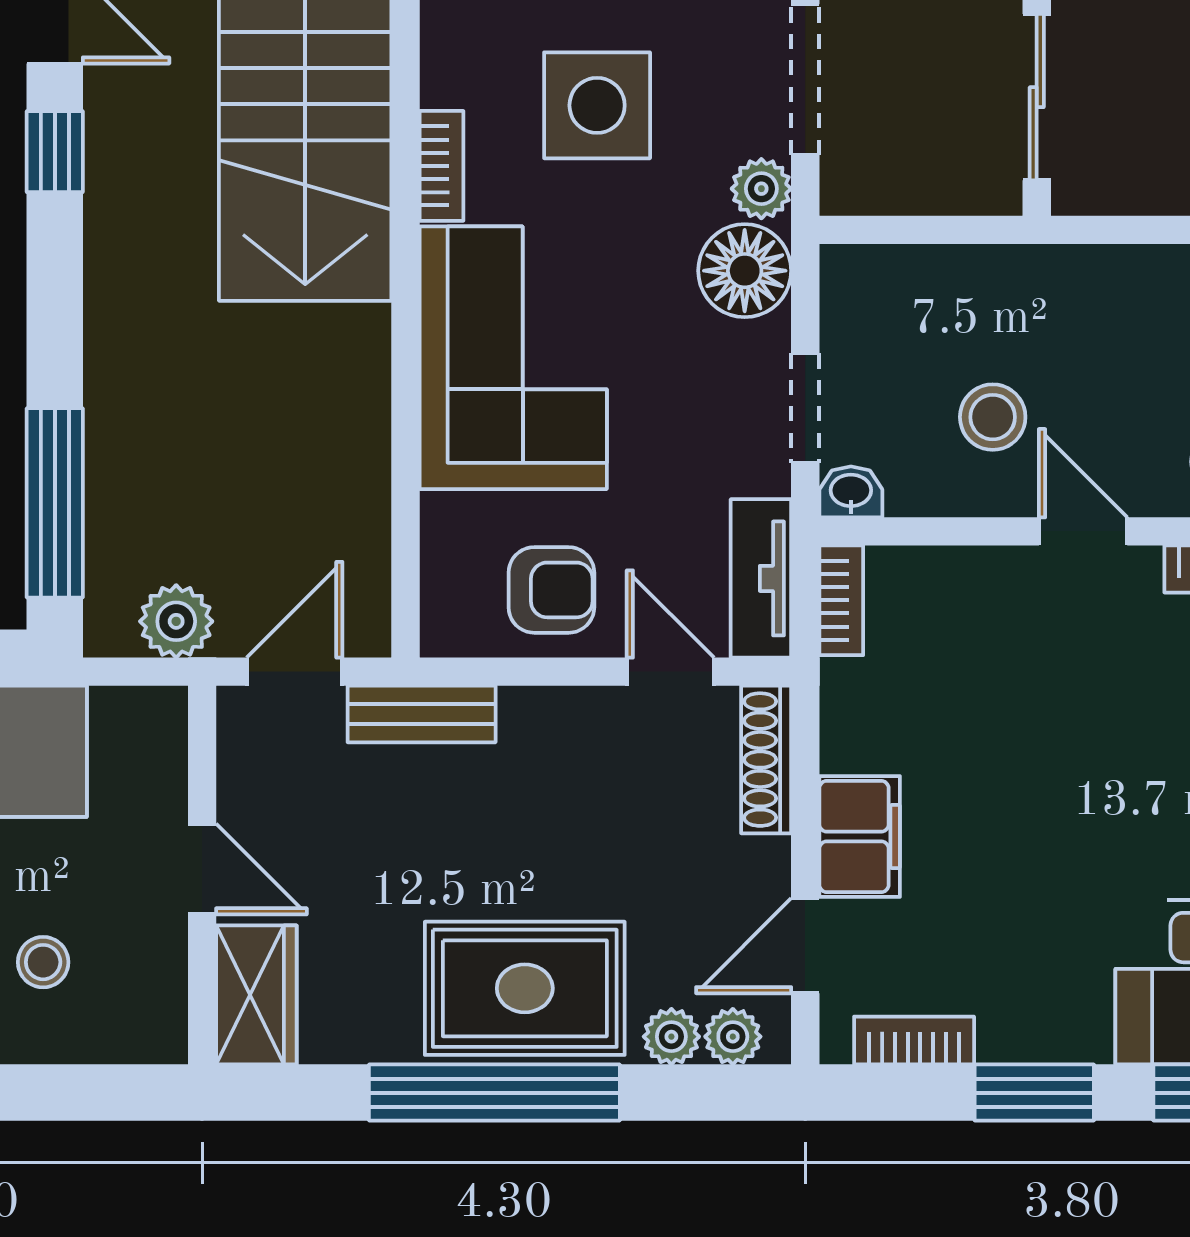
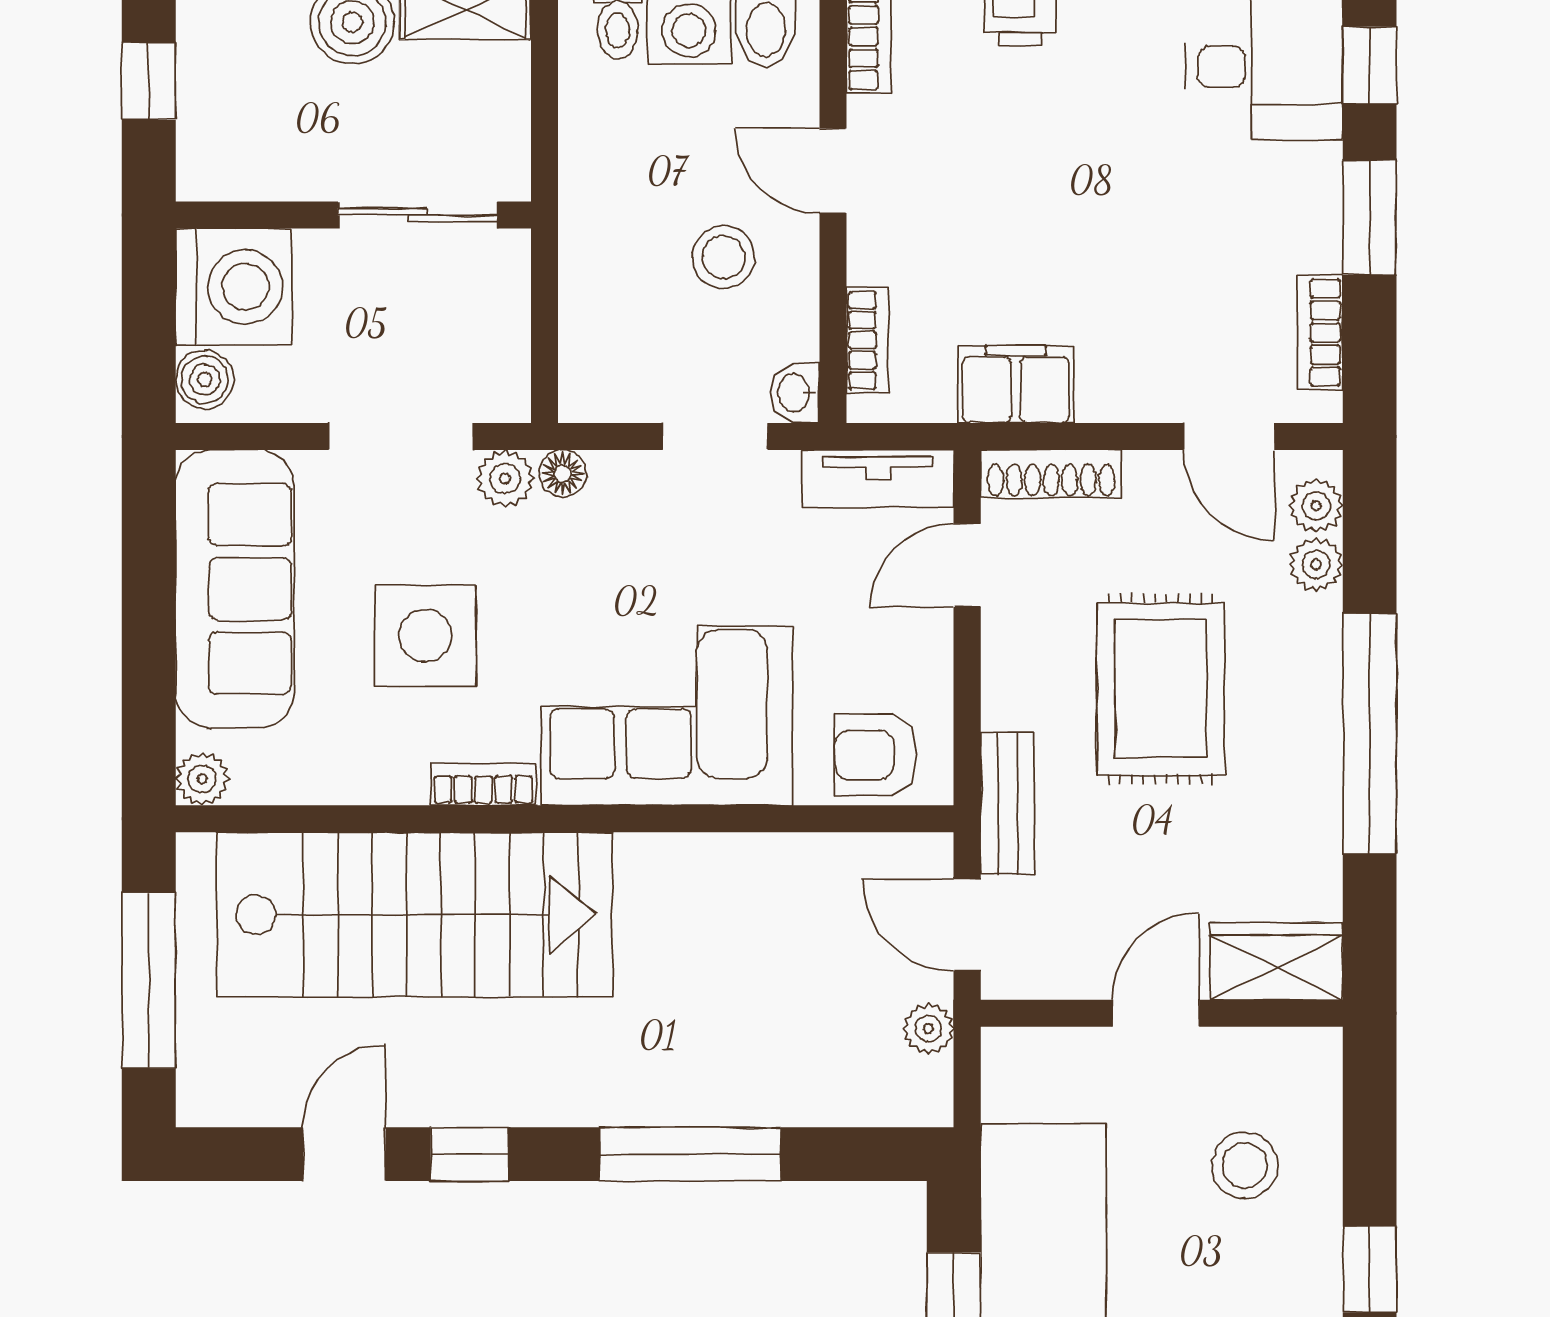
floor lamp: (745, 271) -> (563, 473), width x0.53, depth x0.53
window: (55, 503) -> (690, 1154), moved
door: (1083, 531) -> (833, 171), hinge flipped
armchair: (551, 590) -> (876, 755), moved, turned -90
bookcase: (841, 600) -> (867, 340), moved, turned 90
plant: (176, 621) -> (928, 1029), width x0.73, depth x0.73
filing cabinet: (860, 837) -> (1016, 384), moved
stool: (43, 962) -> (1245, 1165), width x1.37, depth x1.37
rug: (525, 988) -> (1161, 689), moved

